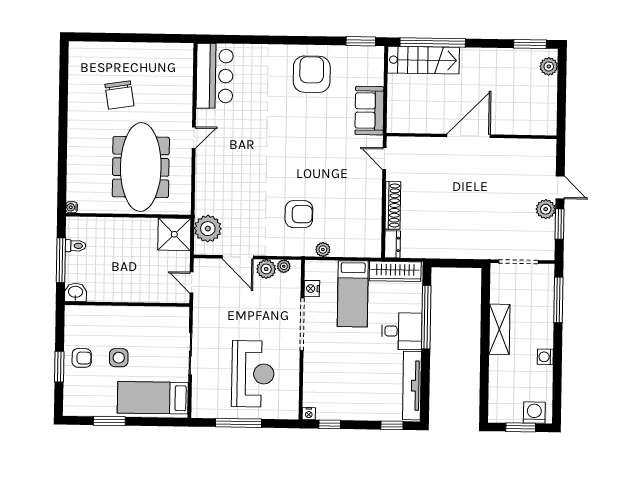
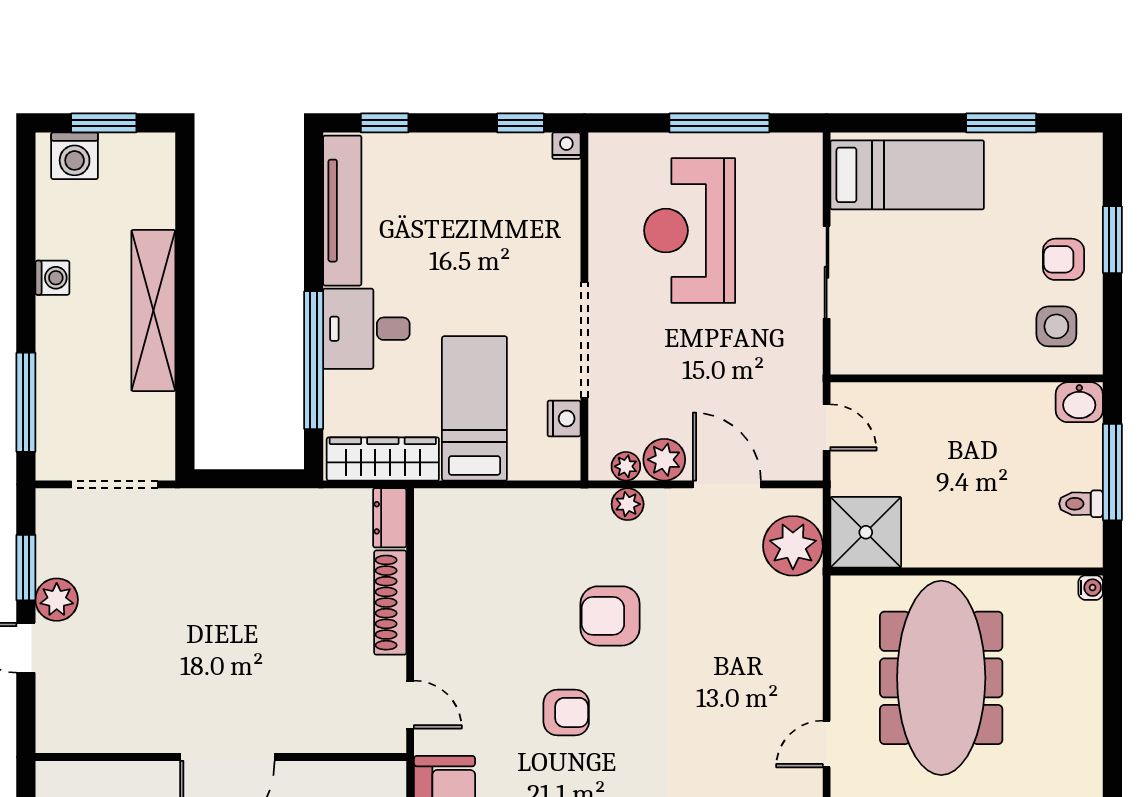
armchair: (313, 154) -> (566, 712), added
armchair: (299, 214) -> (610, 616), moved
plant: (323, 250) -> (628, 504), moved
shelving: (499, 329) -> (153, 310), width x1.47
side table: (119, 358) -> (1056, 326), moved

